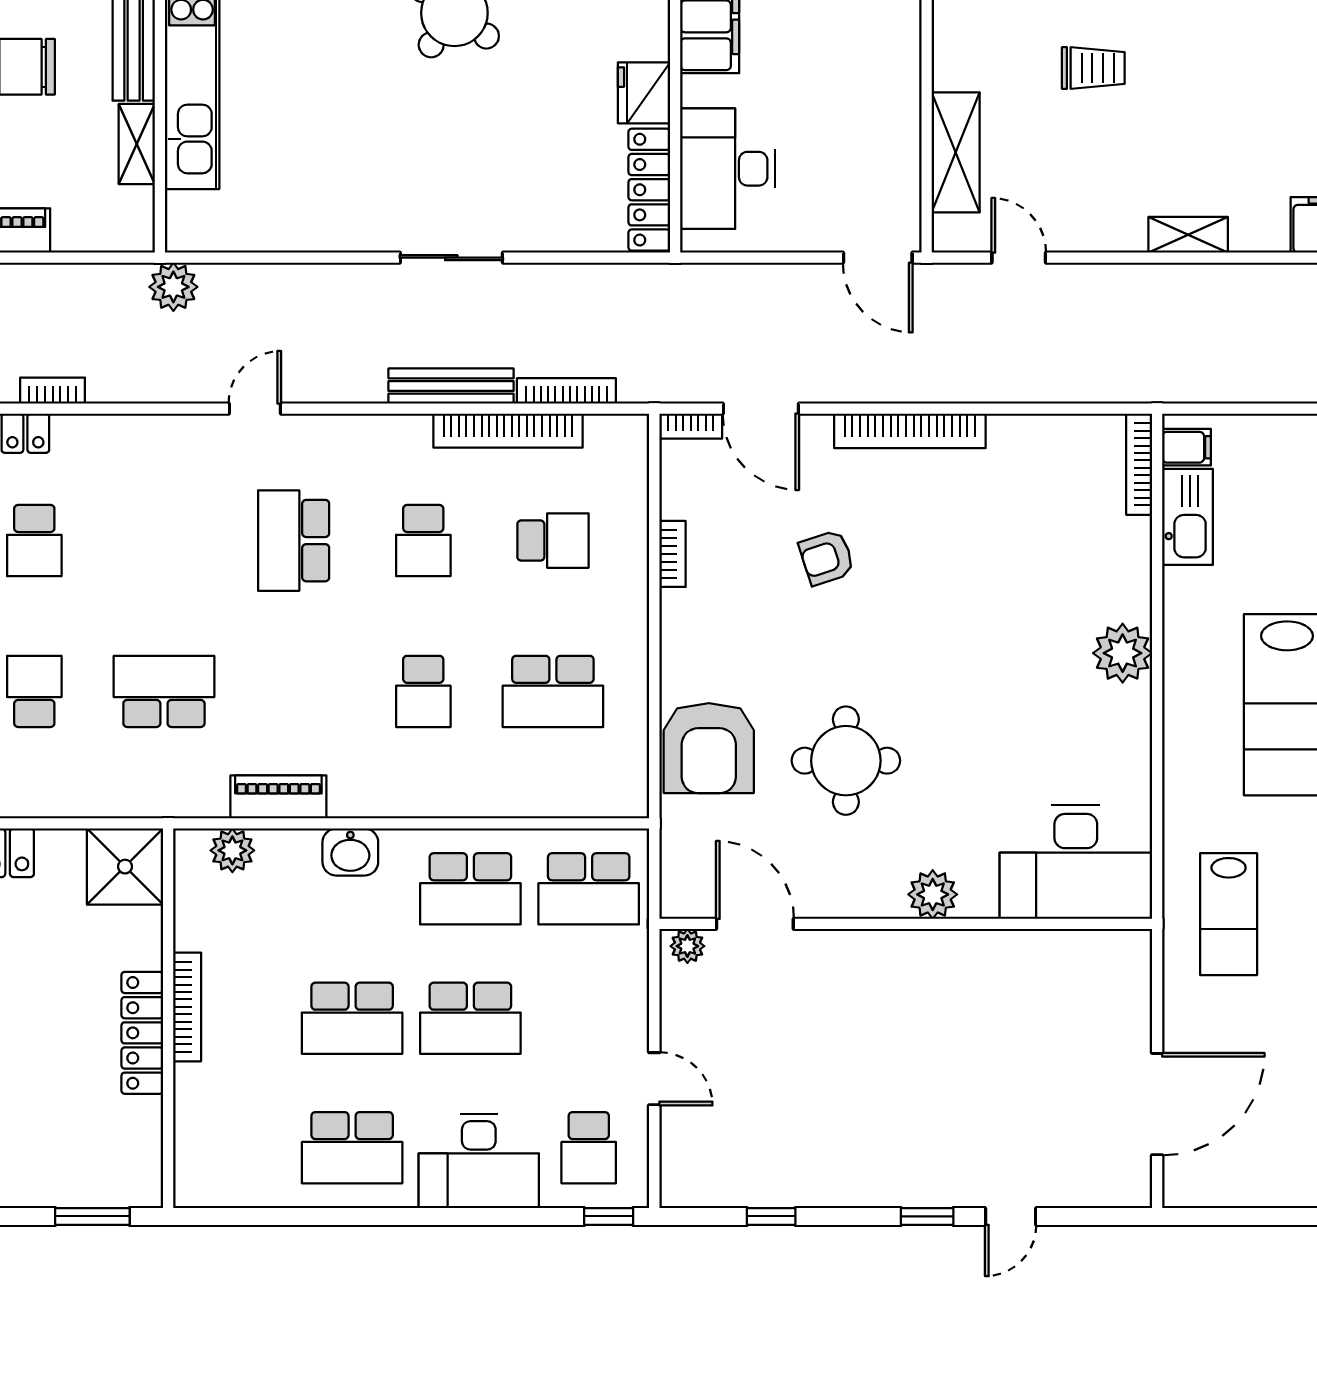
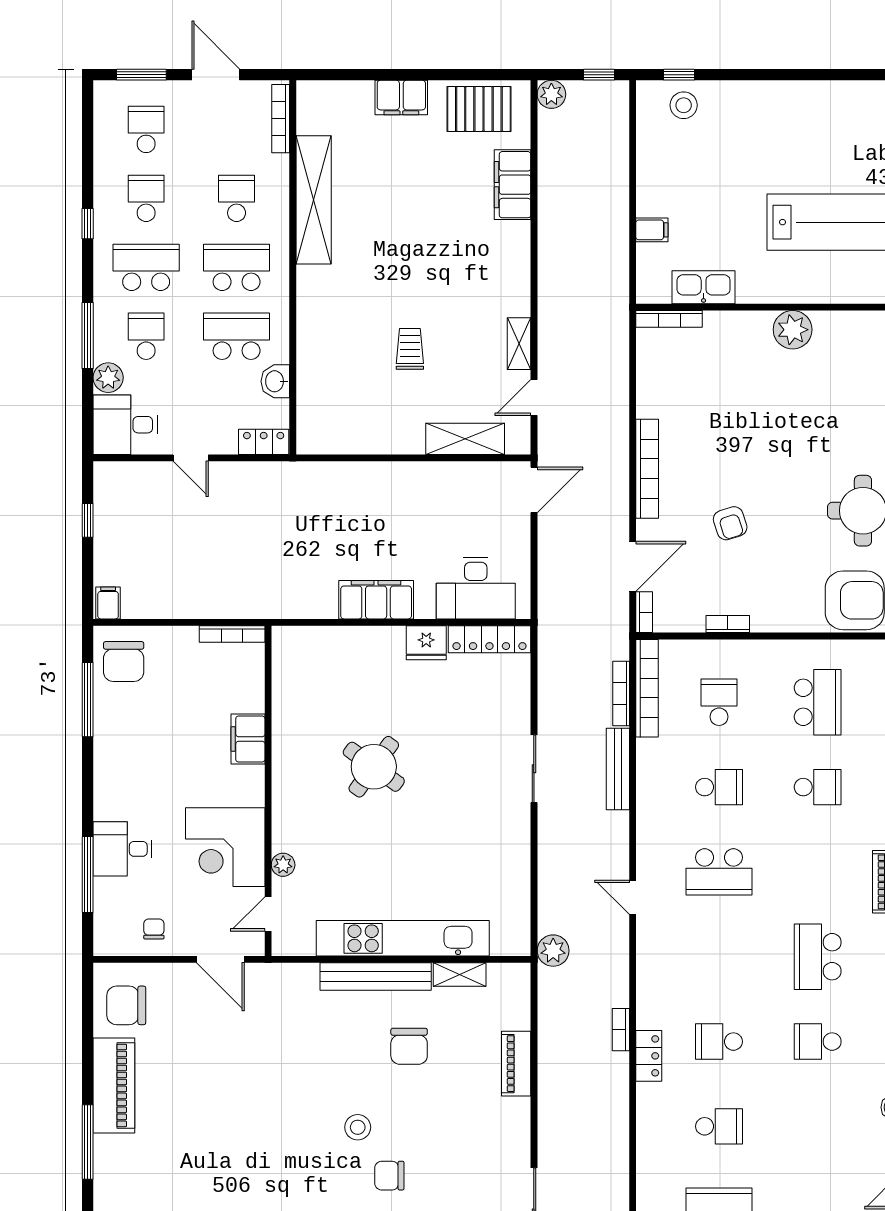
shelving: (1188, 235) -> (519, 344), moved
bookcase: (508, 431) -> (647, 688), moved
filing cabinet: (1187, 447) -> (652, 230), moved, turned 90
school desk: (34, 541) -> (719, 1042), turned 180

